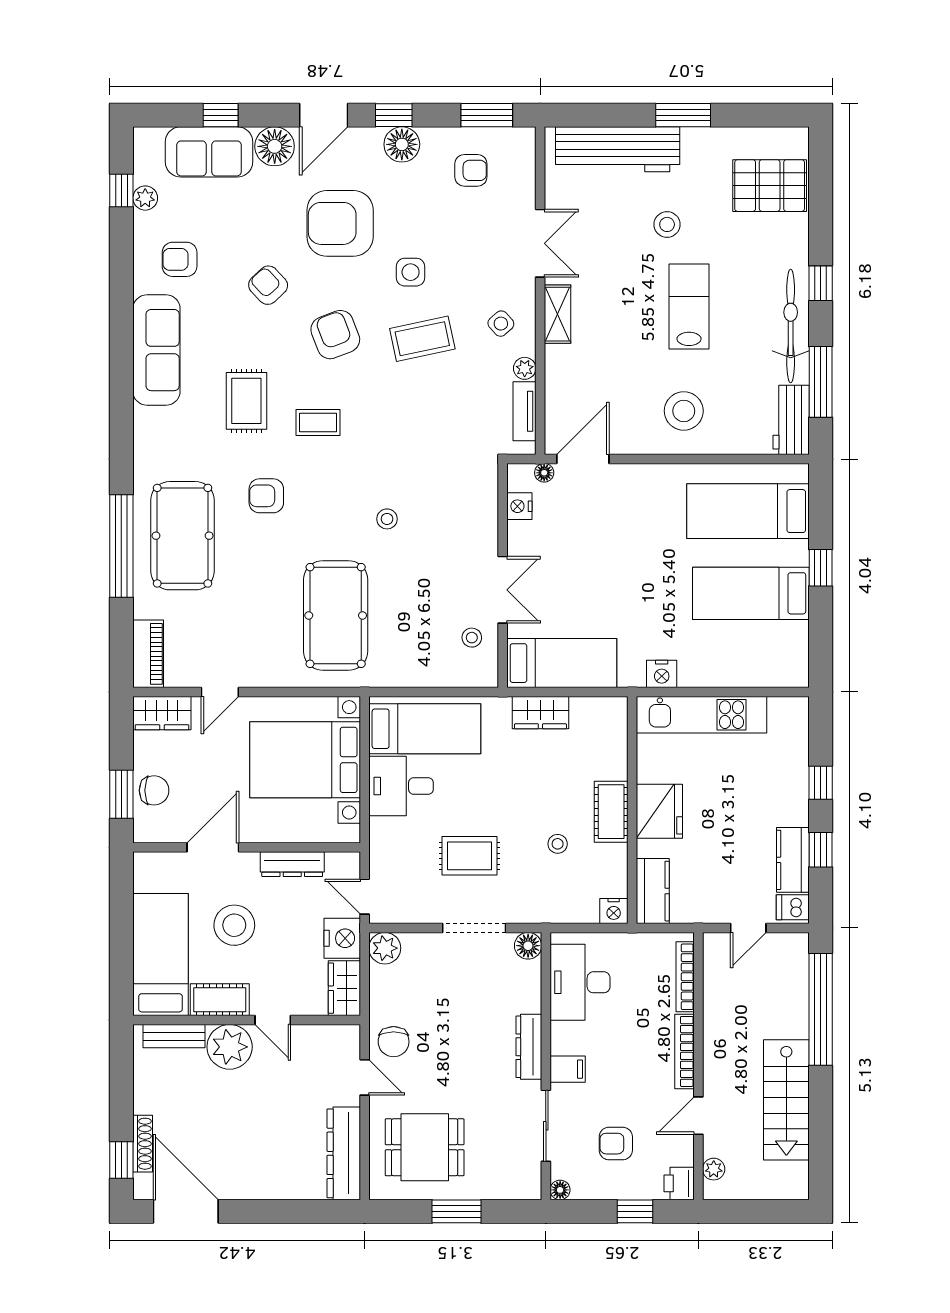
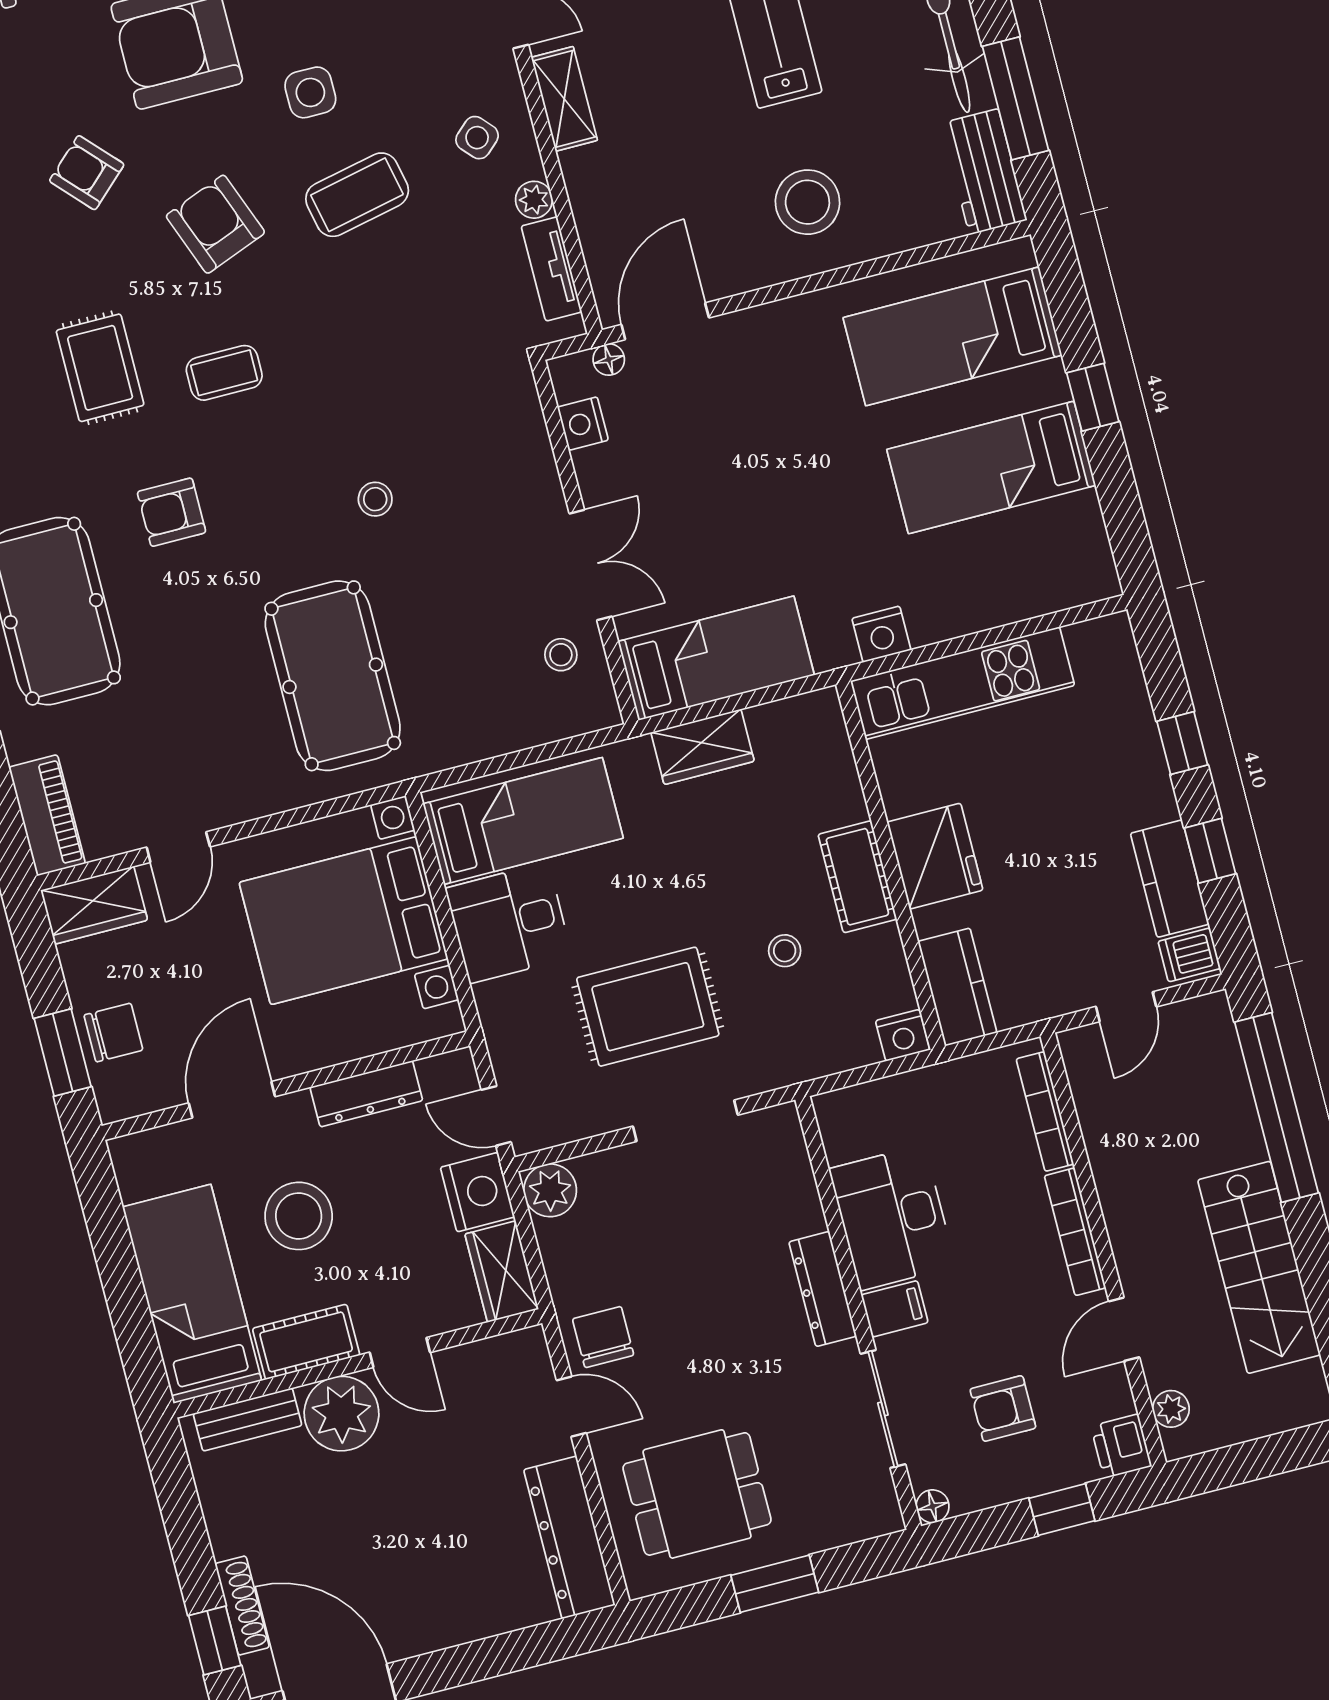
rug: (469, 856) -> (648, 1007), width x1.36, depth x1.43
floor lamp: (528, 946) -> (779, 1127), removed
desk: (580, 982) -> (892, 1218), moved
chair: (394, 1042) -> (603, 1337), turned 180

